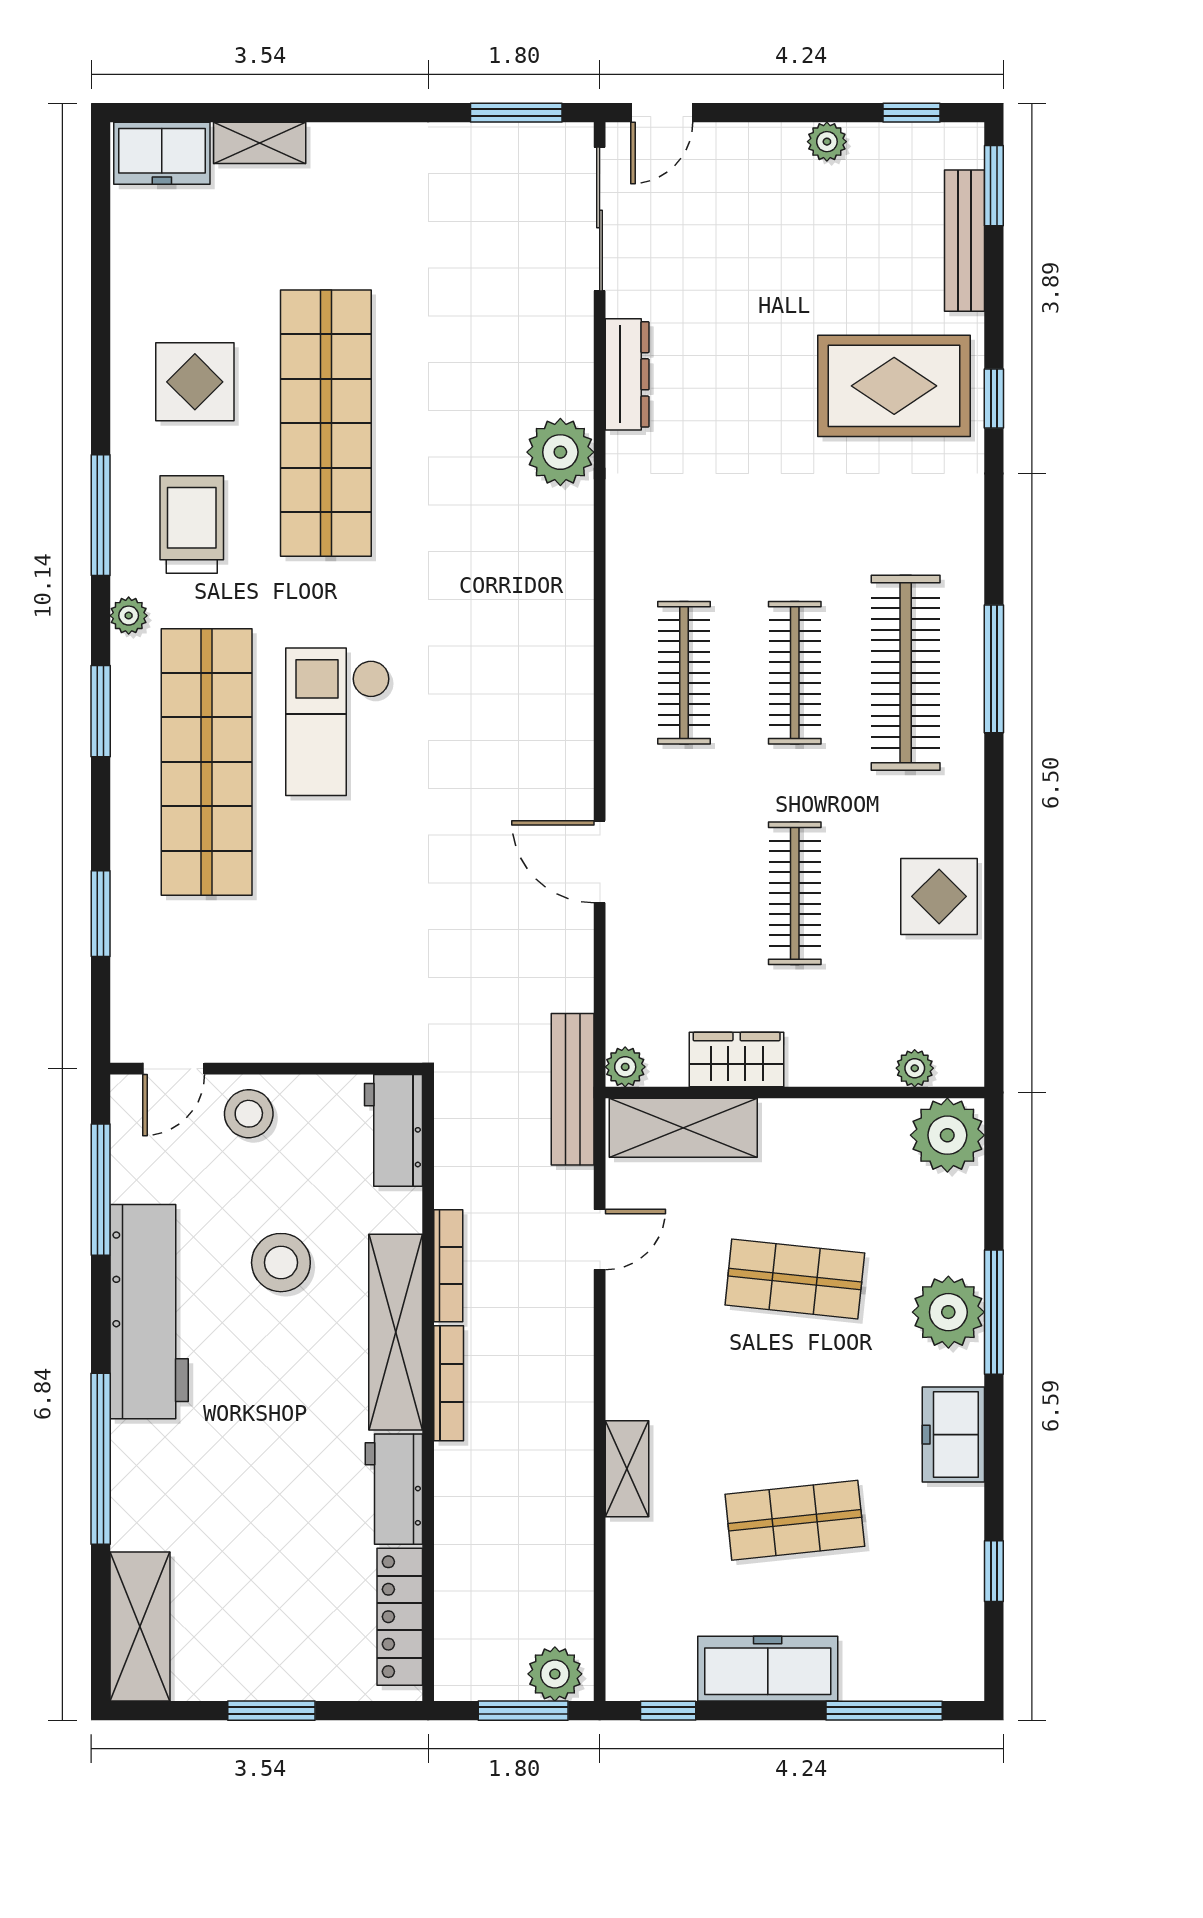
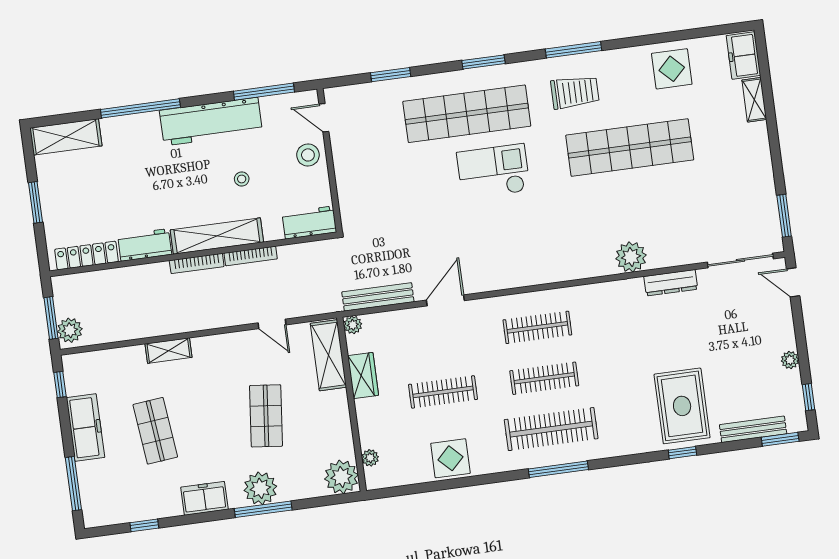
display table: (195, 382) -> (672, 69), moved
plant: (129, 616) -> (529, 69), removed
bench: (573, 1089) -> (378, 297), moved
stool: (281, 1263) -> (242, 179), width x0.53, depth x0.53

